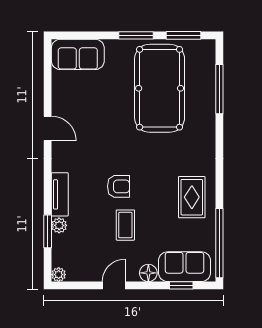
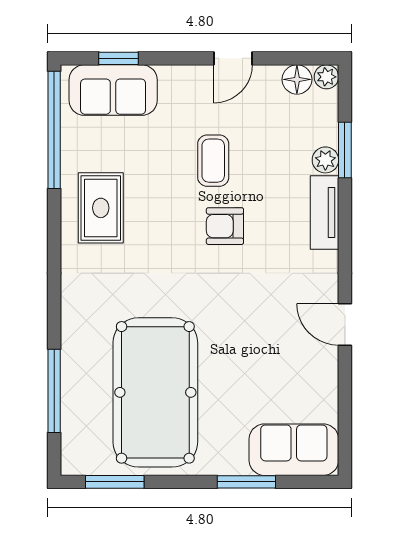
window: (136, 35) -> (246, 482), moved
floor lamp: (148, 273) -> (297, 79), moved

